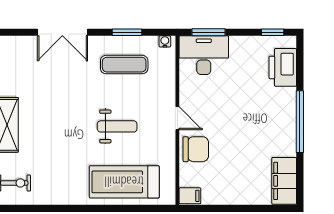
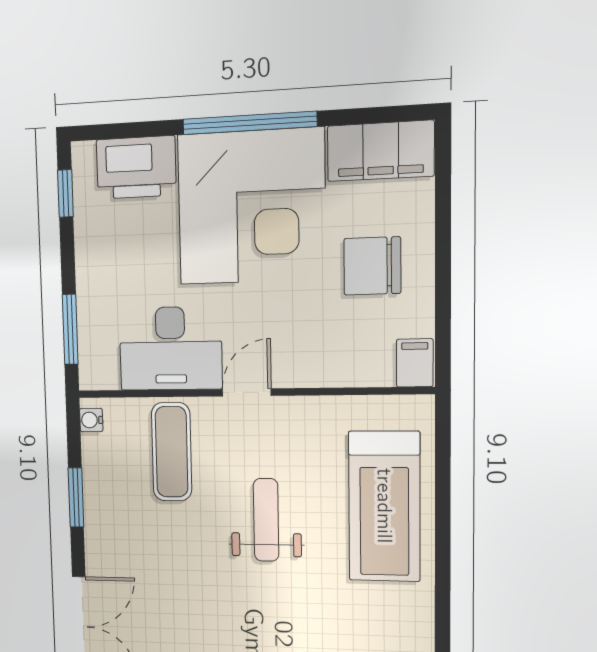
desk: (204, 55) -> (171, 348), moved, turned -90
exercise mat: (124, 65) -> (172, 452), moved
corner desk: (262, 122) -> (251, 207), added
chair: (196, 149) -> (372, 266), moved, turned -90

